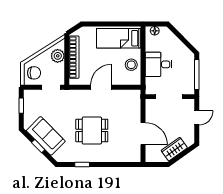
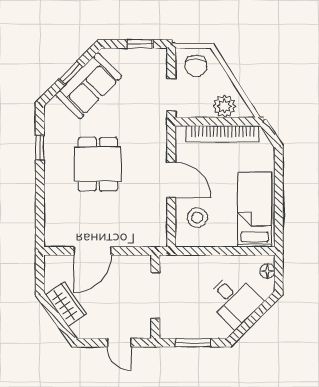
desk: (159, 64) -> (234, 300), moved, turned 135
stool: (131, 65) -> (197, 218), moved
window: (197, 75) -> (193, 343), width x0.69

